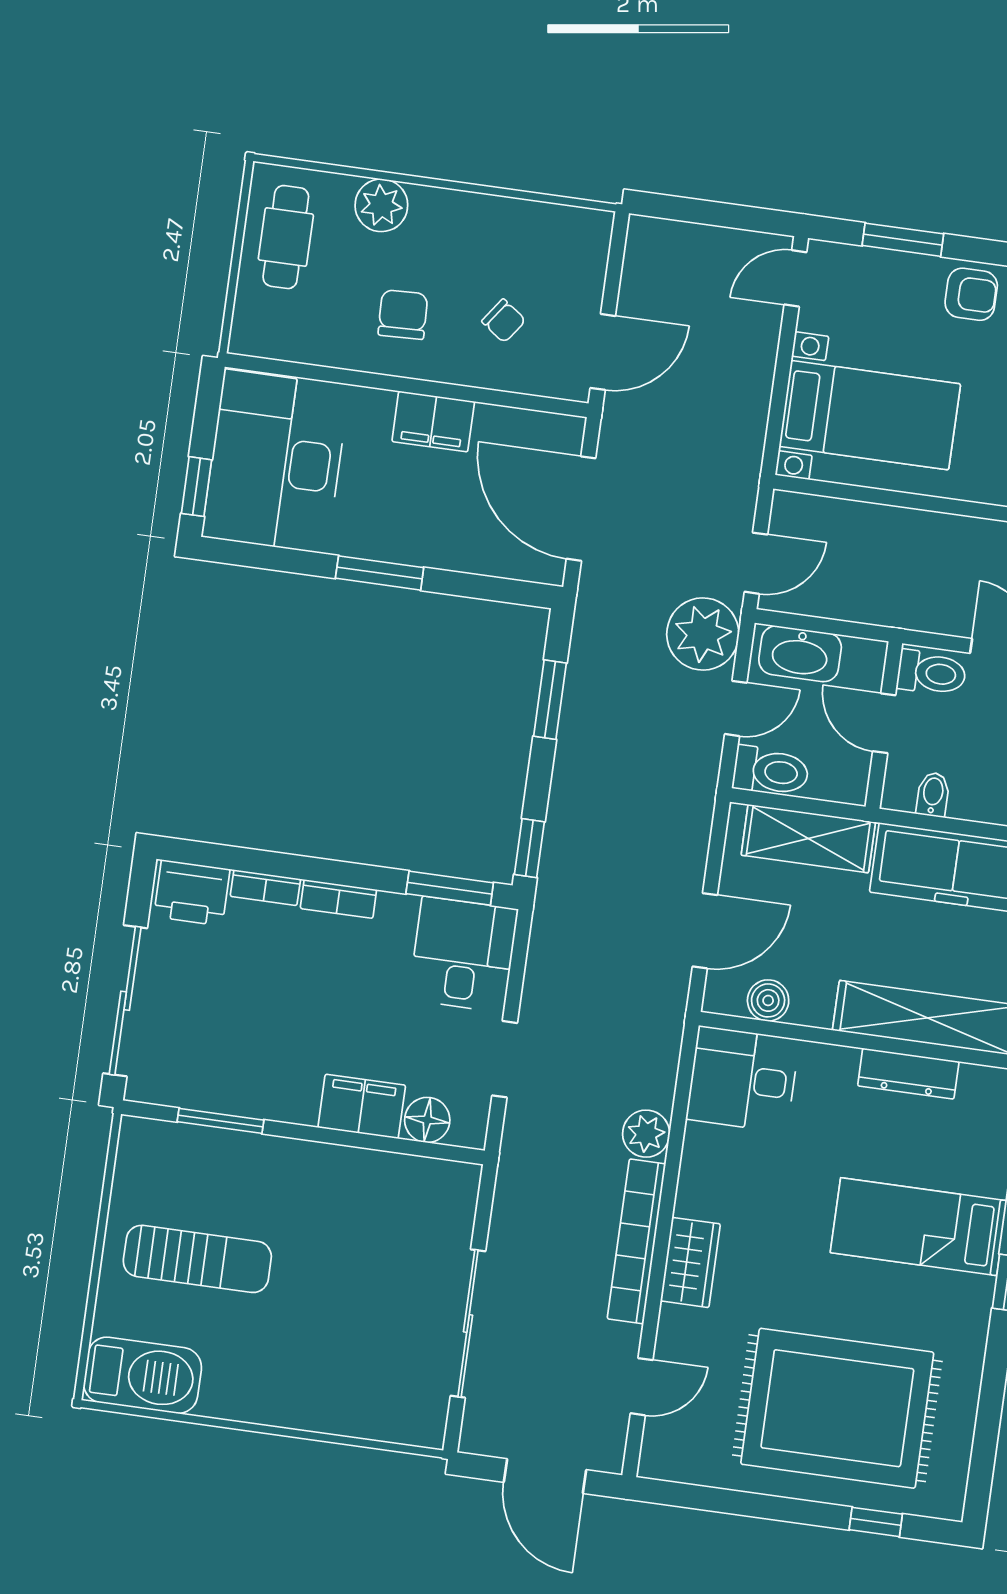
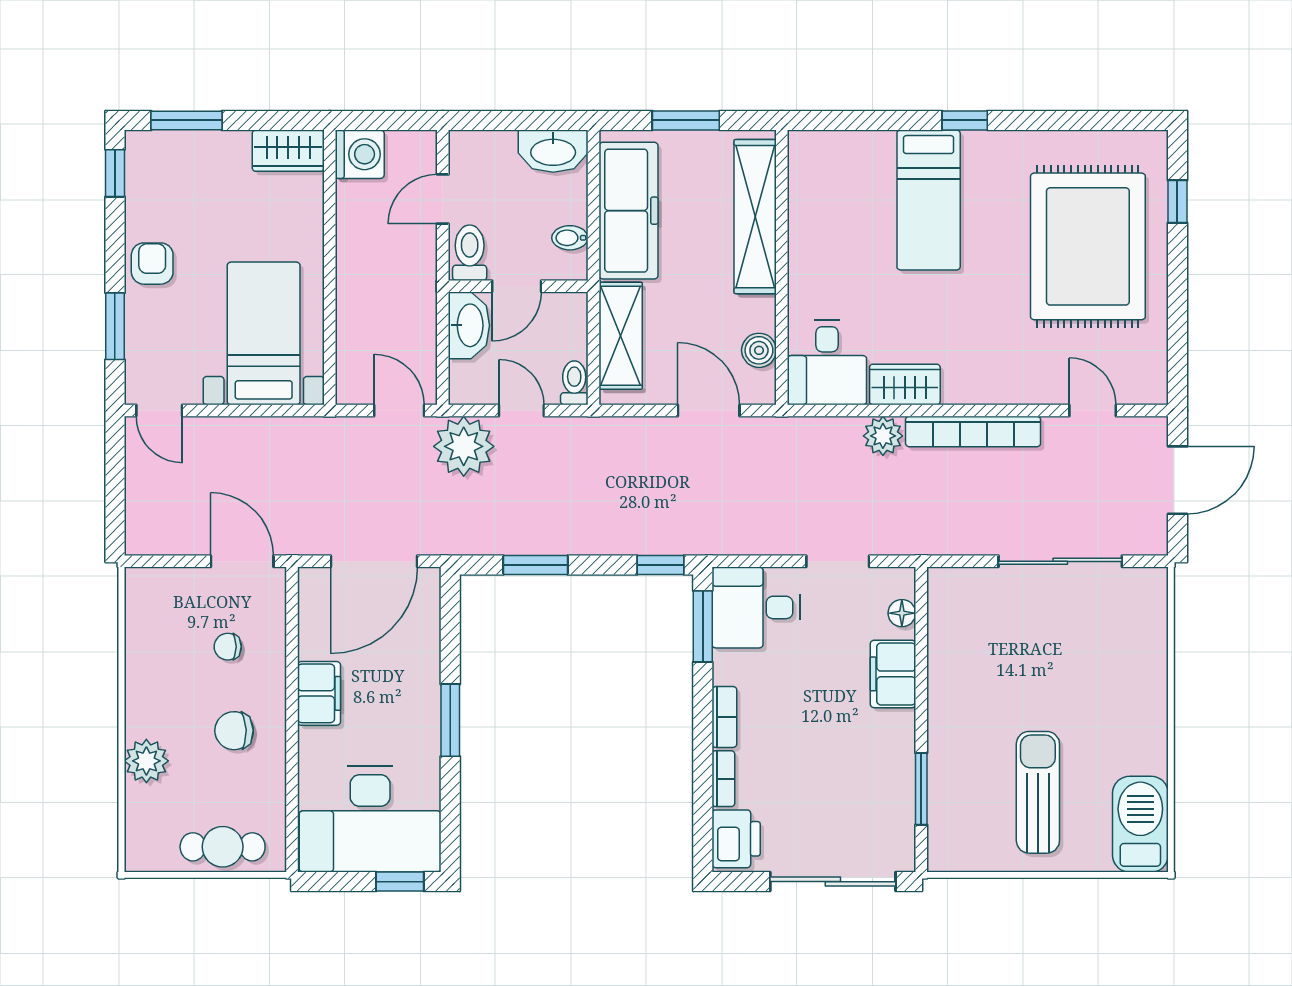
cafe table: (286, 237) -> (223, 847), moved
chair: (504, 321) -> (228, 647), turned -126
washbasin: (800, 654) -> (469, 325), moved
toilet: (771, 771) -> (574, 383), width x0.73, depth x0.72
dresser: (908, 1074) -> (803, 226), removed
floor lamp: (427, 1120) -> (902, 613), width x0.73, depth x0.73
wardrobe: (690, 1262) -> (905, 384), moved

